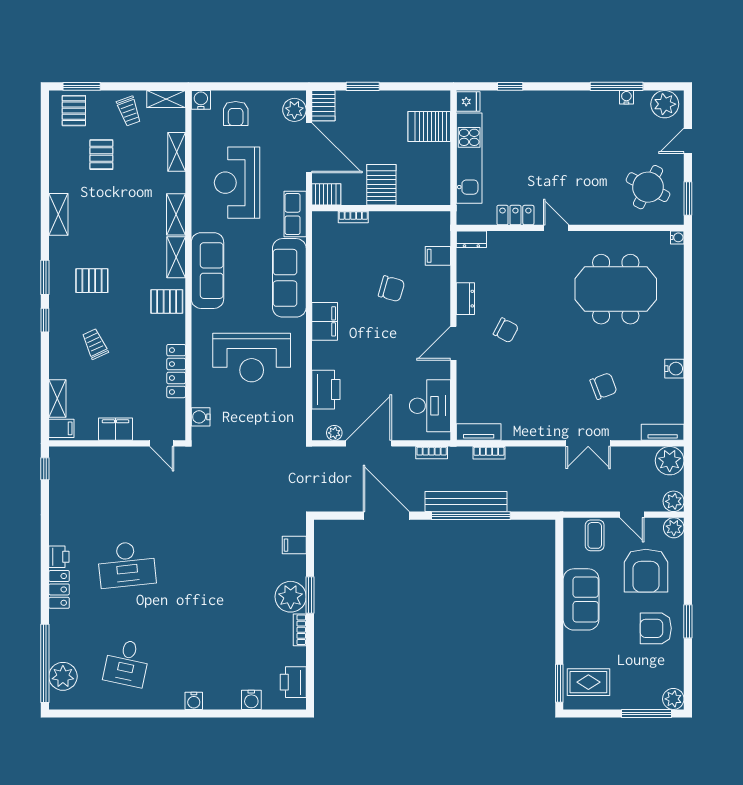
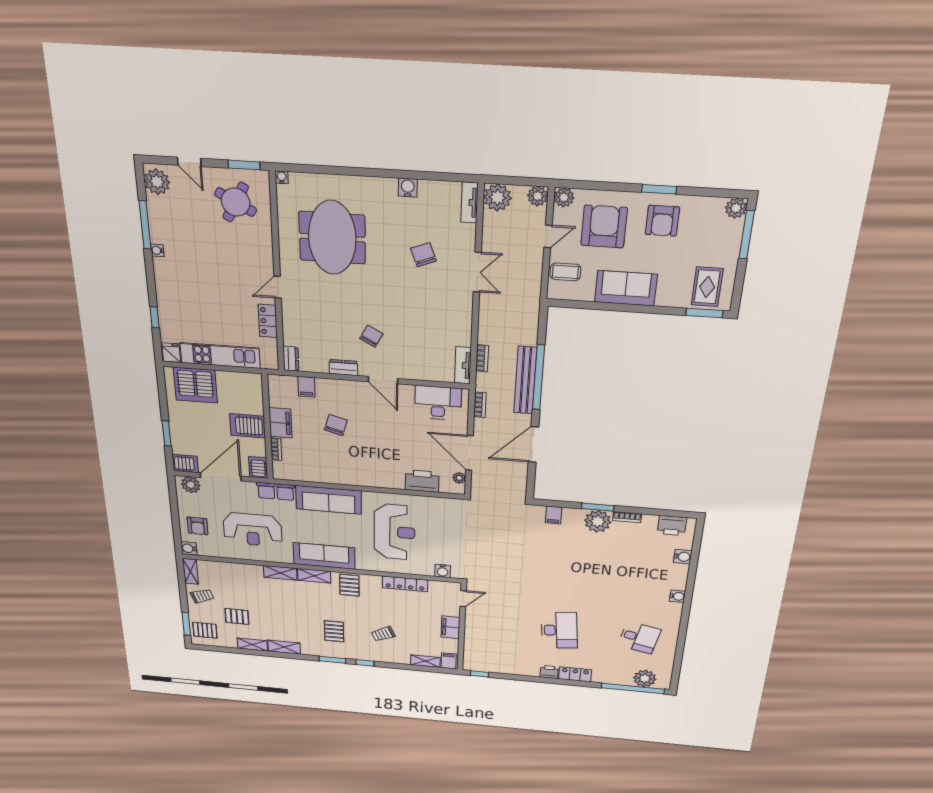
water cooler: (626, 97) -> (157, 250), moved
armchair: (236, 114) -> (198, 526), turned 90
server rack: (429, 126) -> (195, 385), width x1.60
shelving: (177, 152) -> (252, 645), moved
filing cabinet: (325, 321) -> (280, 423), moved, turned 90
armchair: (646, 571) -> (604, 227), turned -90

